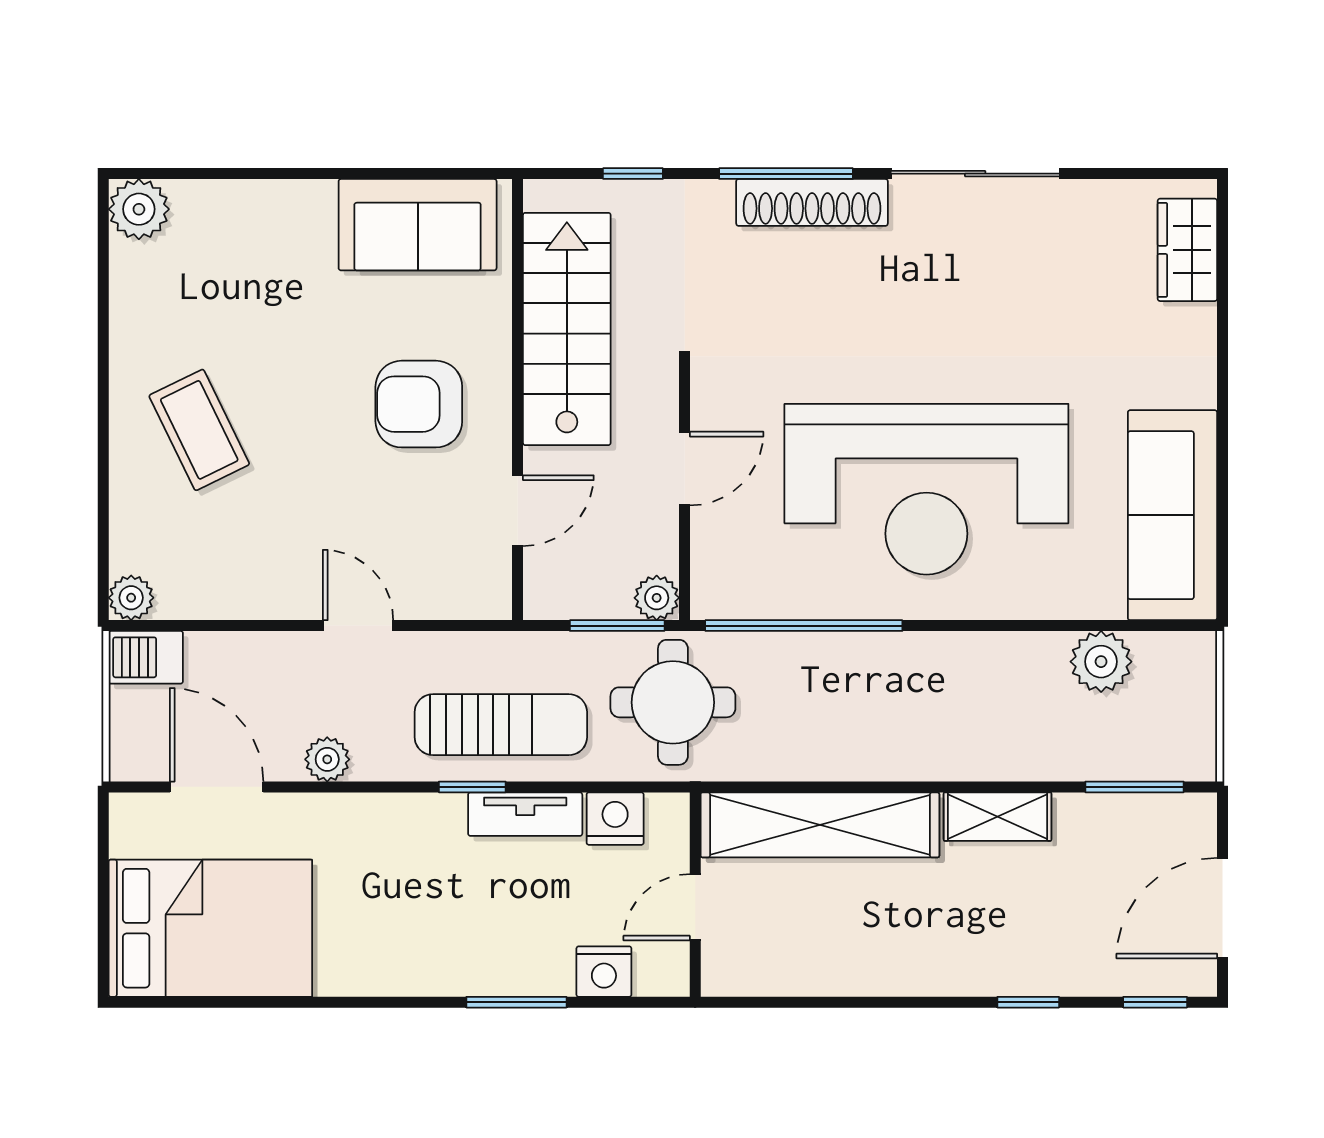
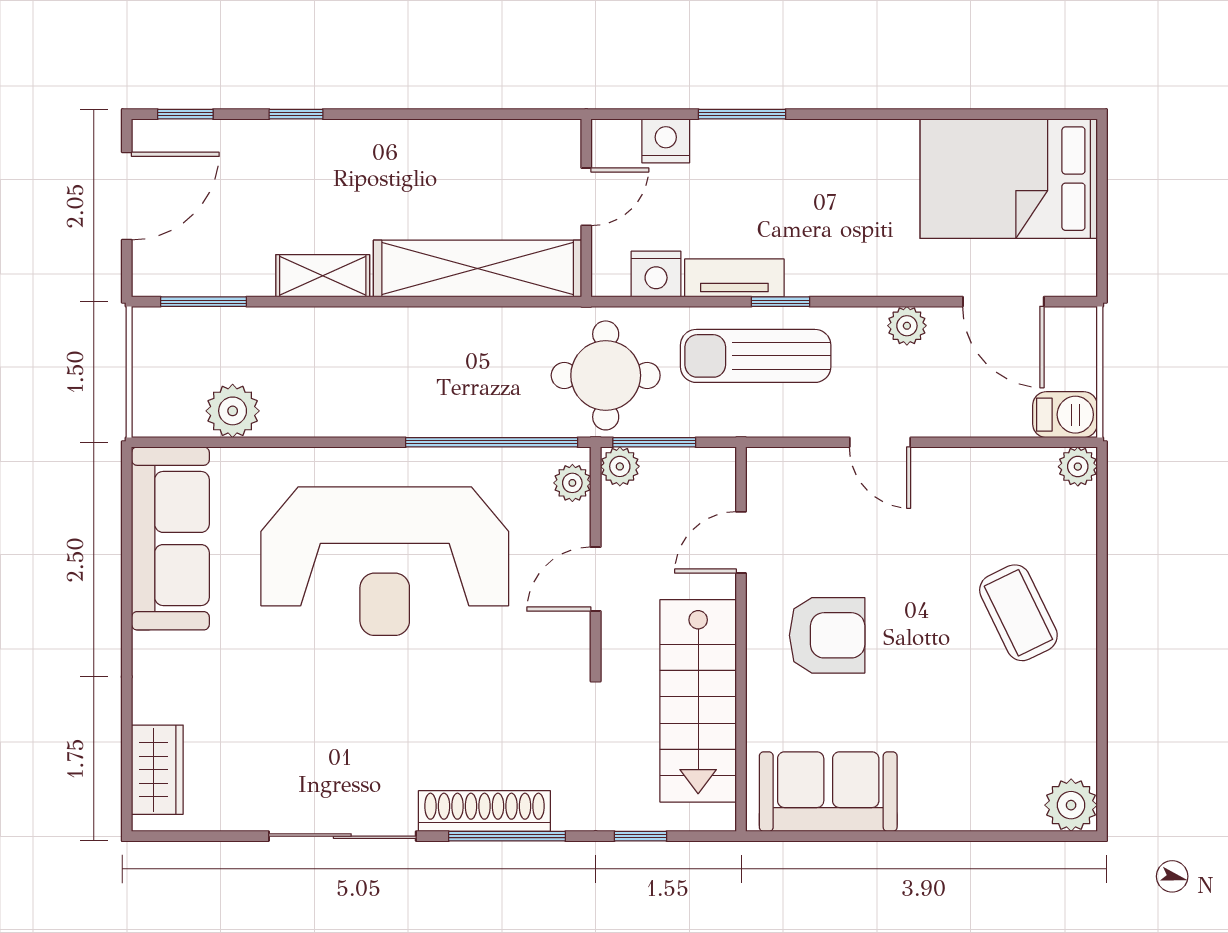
reception desk: (926, 489) -> (385, 561), turned 180
plant: (711, 579) -> (572, 483), added

